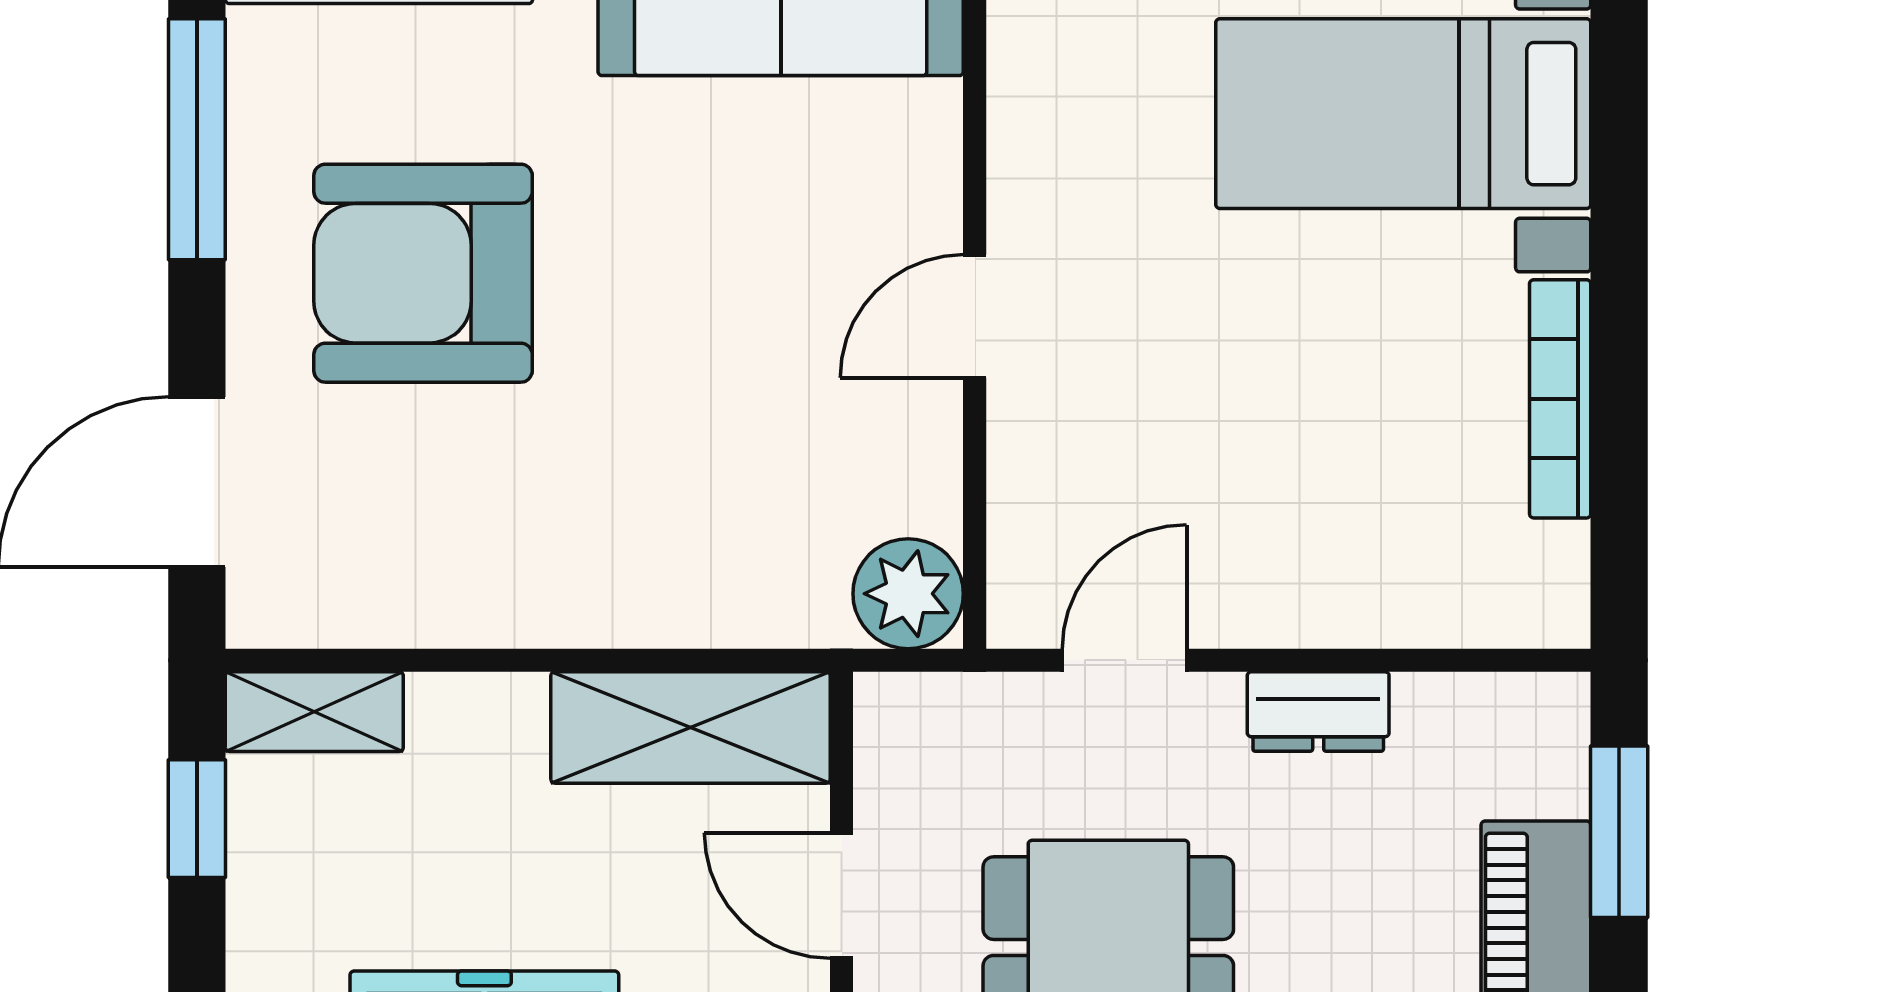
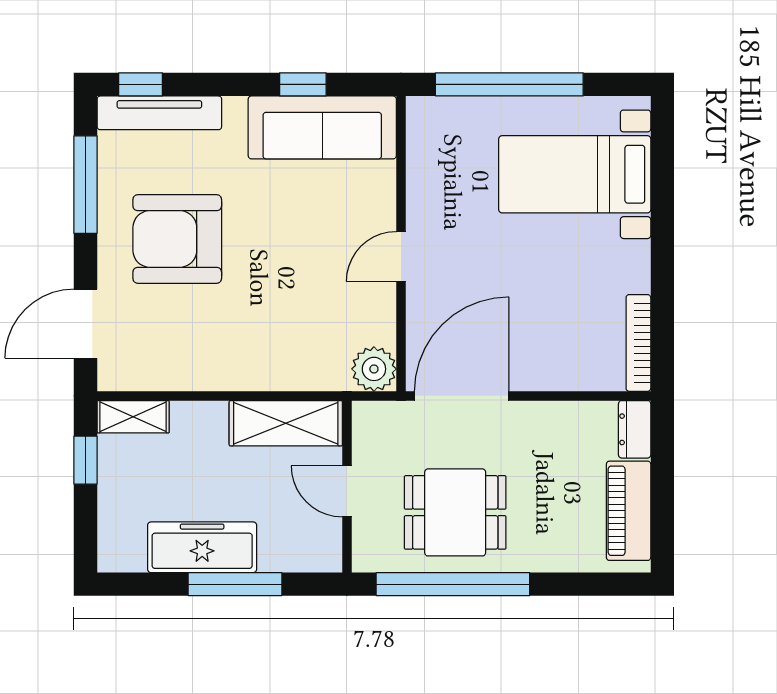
bookcase: (1560, 399) -> (638, 343), moved
door: (1124, 660) -> (462, 396), width x1.88
dresser: (1318, 711) -> (635, 429), moved, turned 90
window: (1619, 832) -> (662, 466), removed

